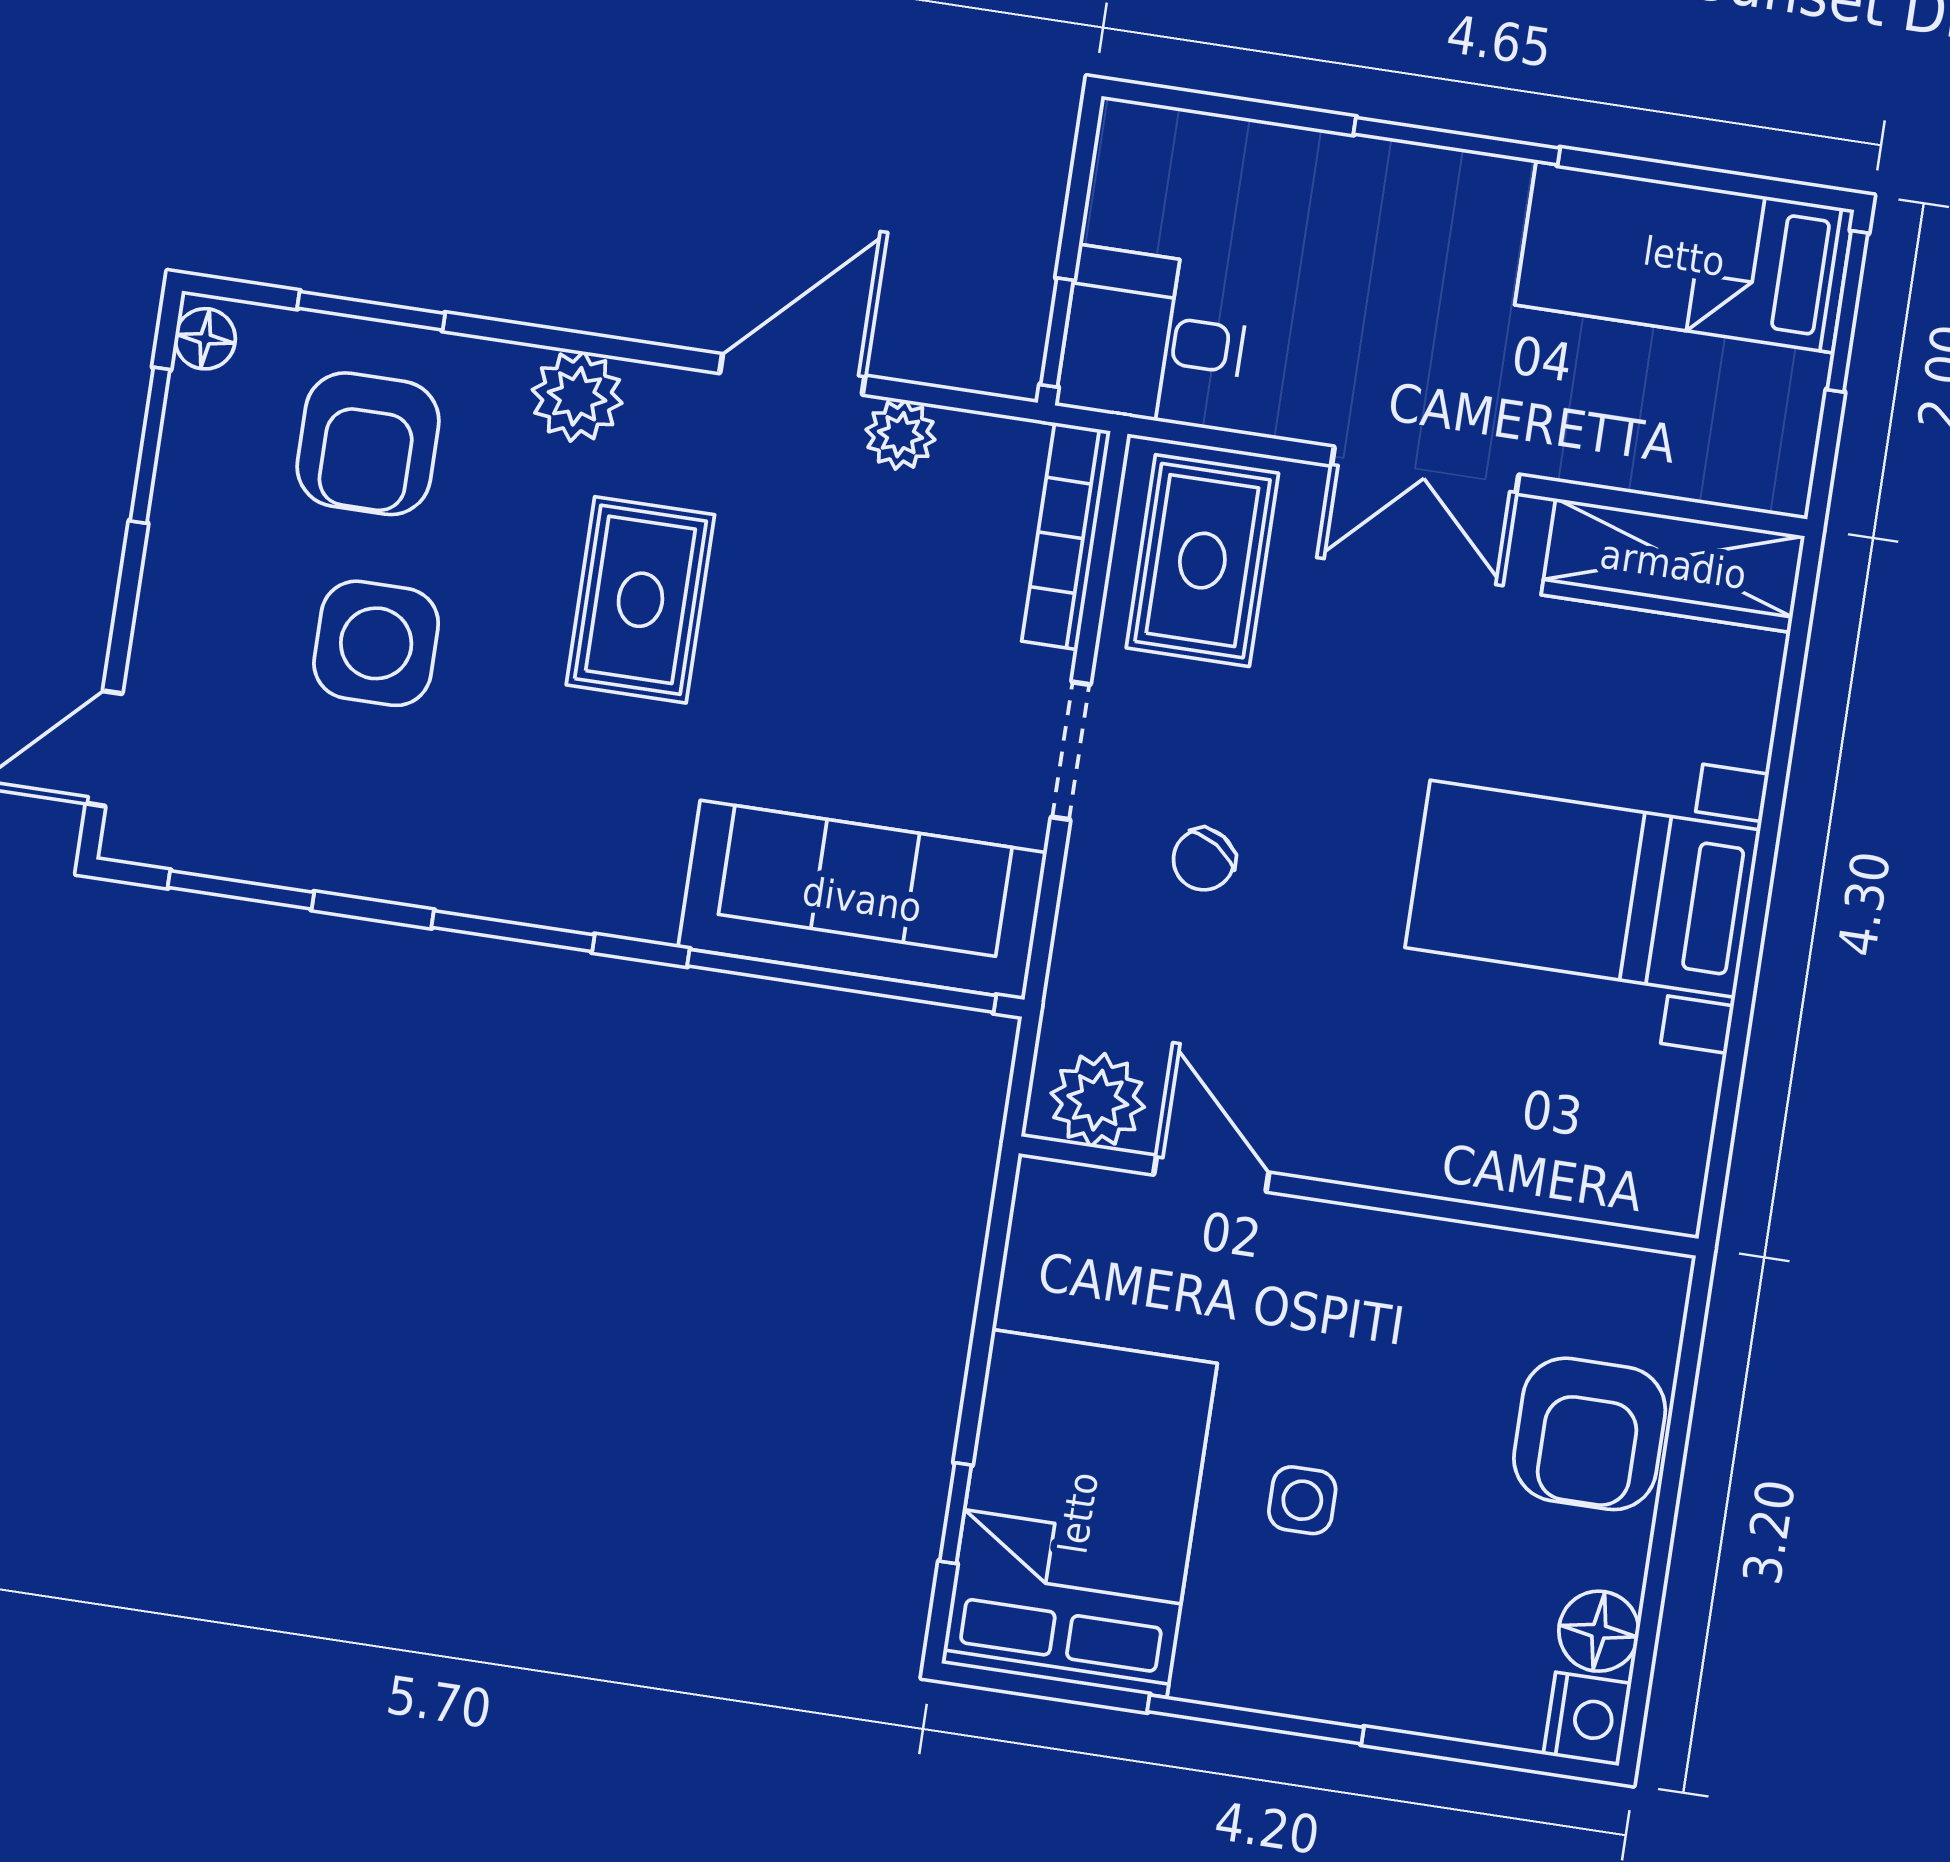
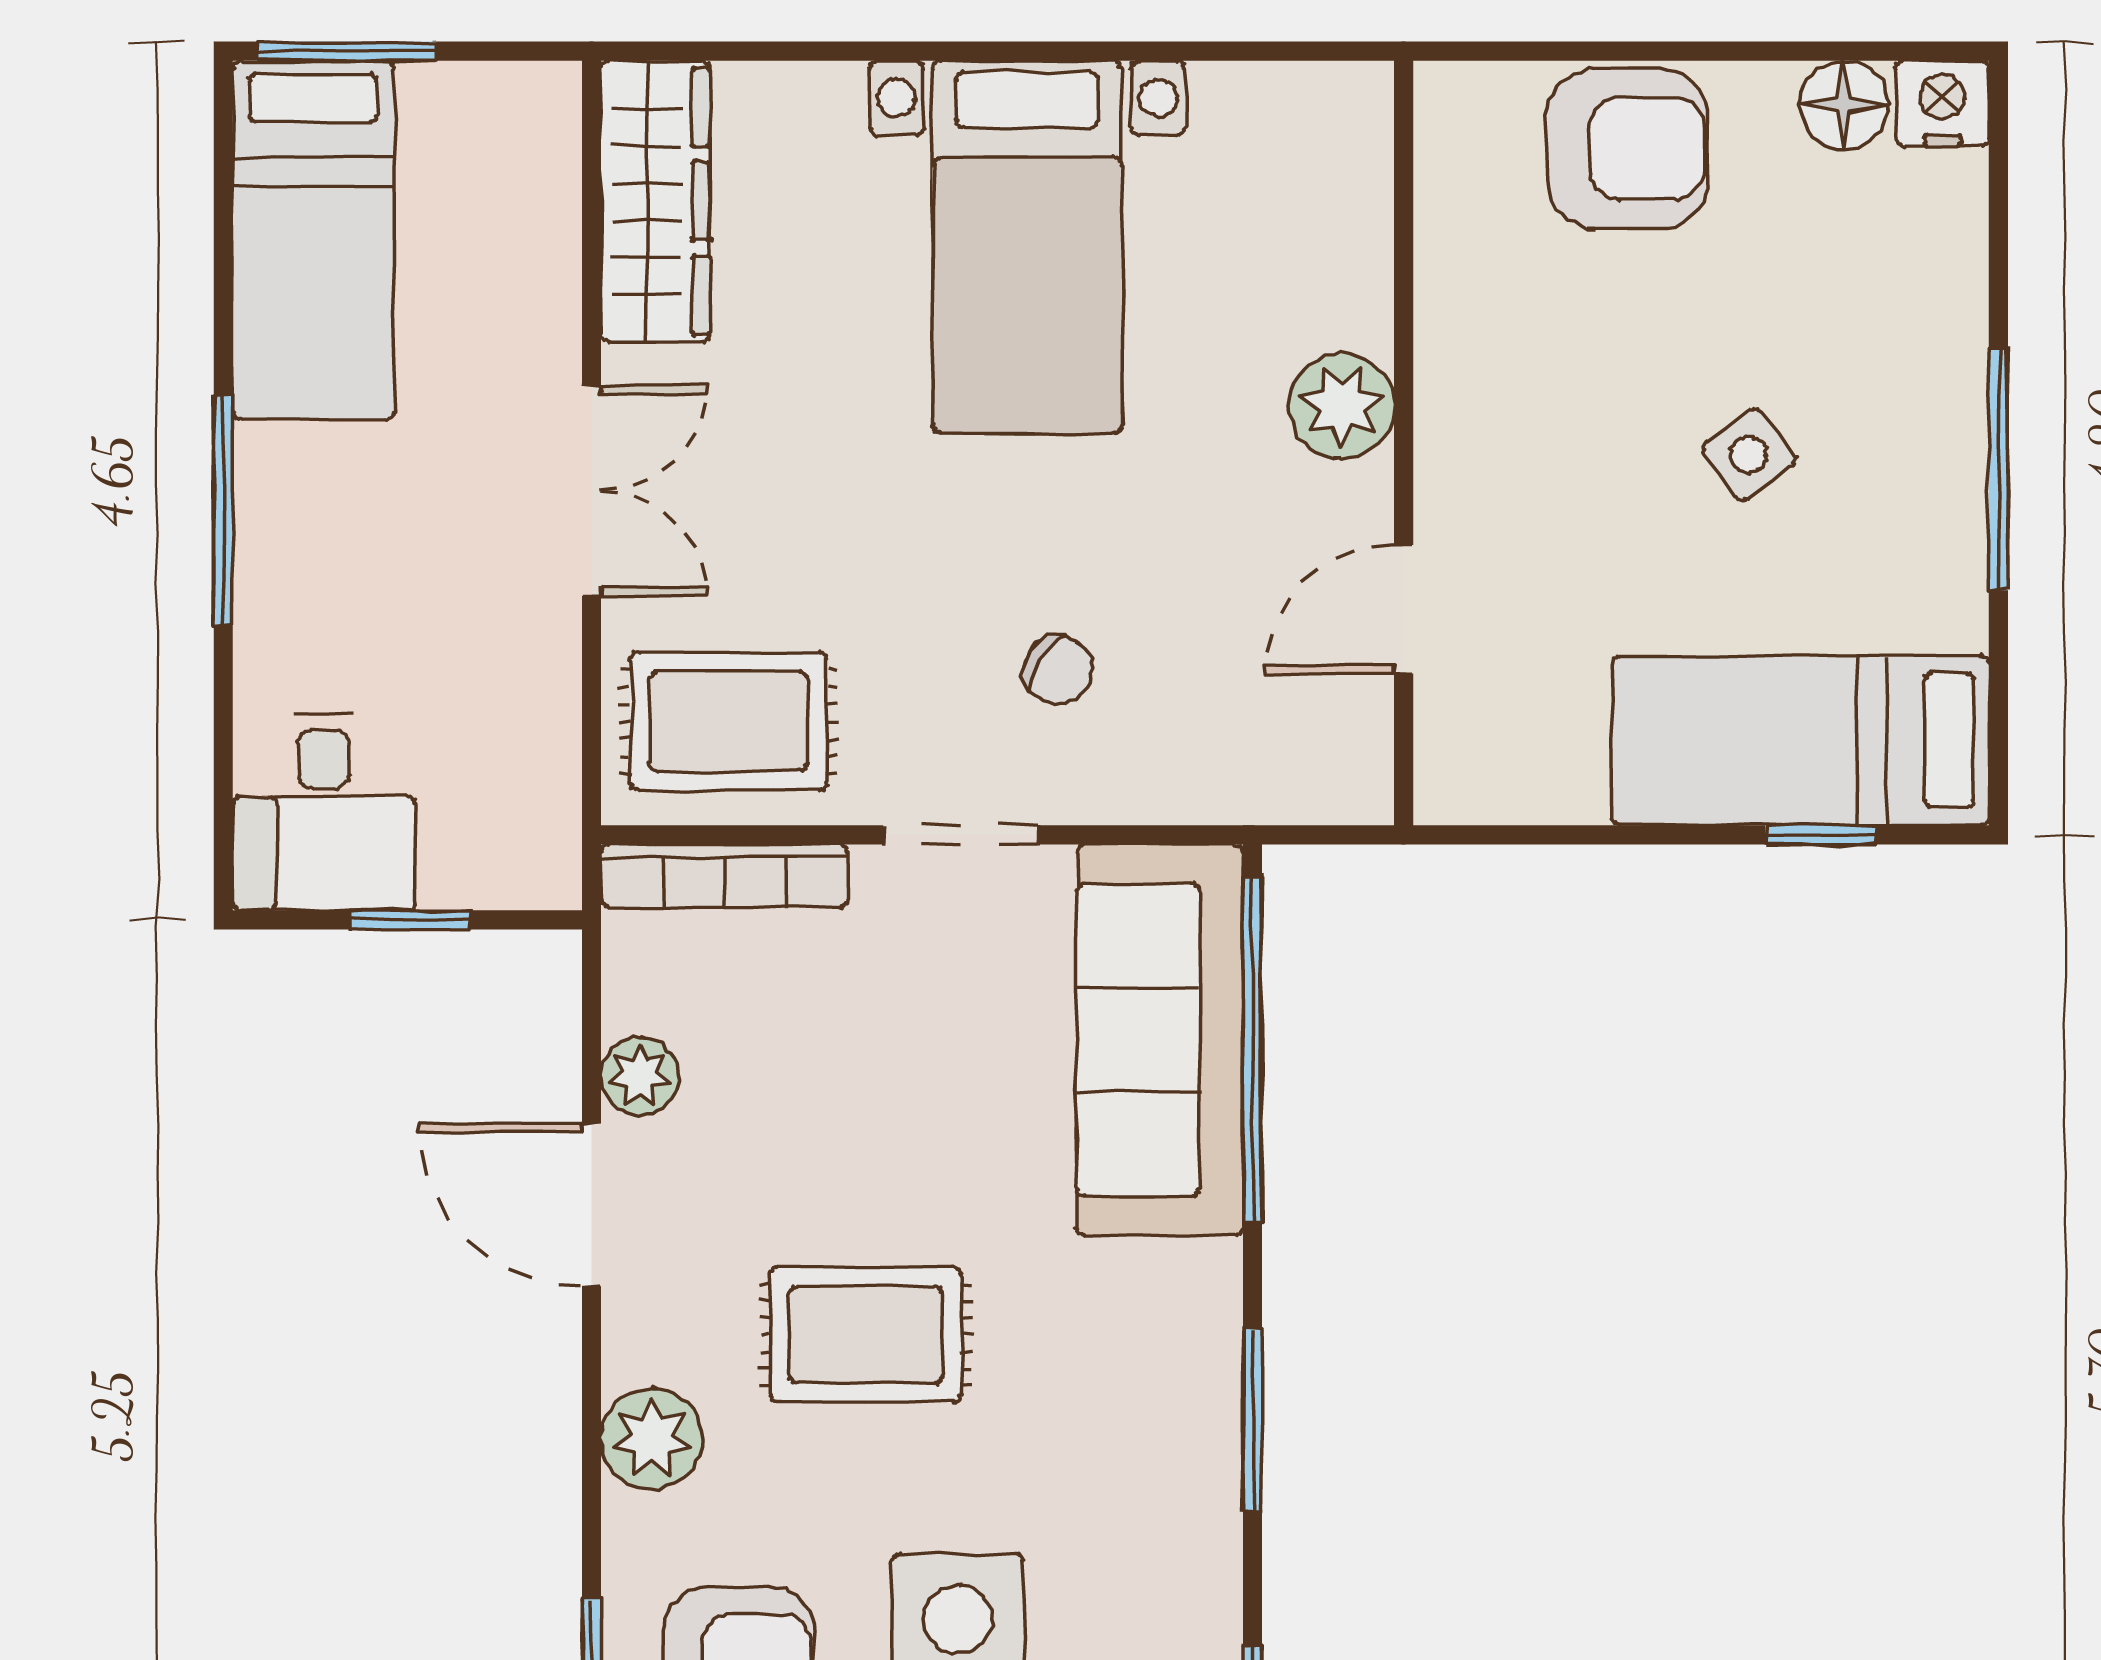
window: (1057, 333) -> (410, 920), moved
desk: (1154, 338) -> (324, 812), moved
plant: (1098, 1100) -> (1341, 406), moved
side table: (1302, 1500) -> (1749, 454), turned -37
bed: (1079, 1513) -> (1800, 741), width x0.67

